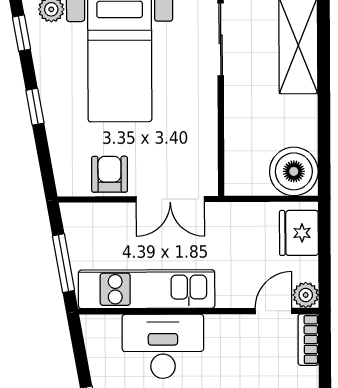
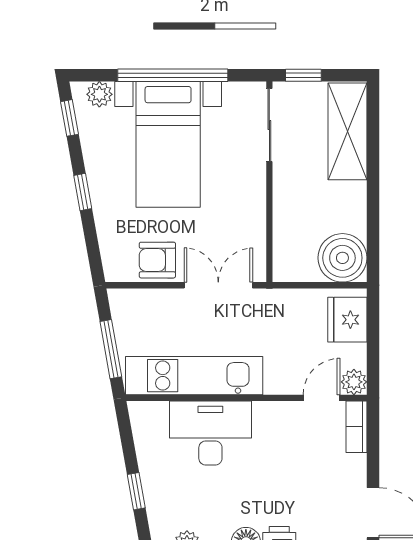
armchair: (110, 174) -> (157, 260), turned -90
double door: (170, 199) -> (218, 285), swing flipped

